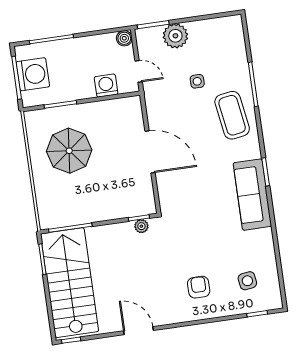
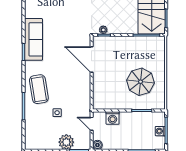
washing machine: (33, 74) -> (160, 131), width x0.53, depth x0.53
door: (150, 152) -> (92, 60), moved

